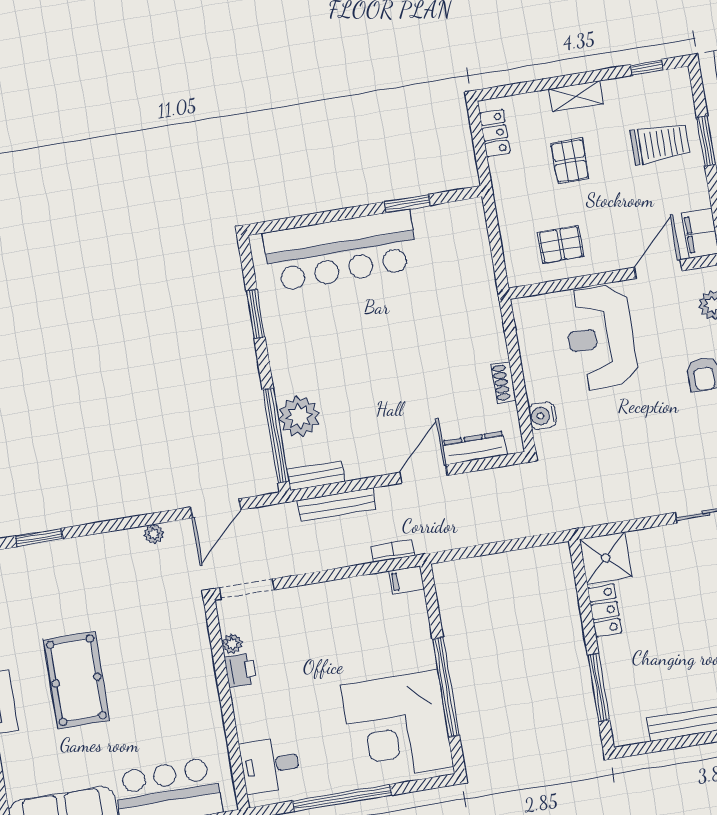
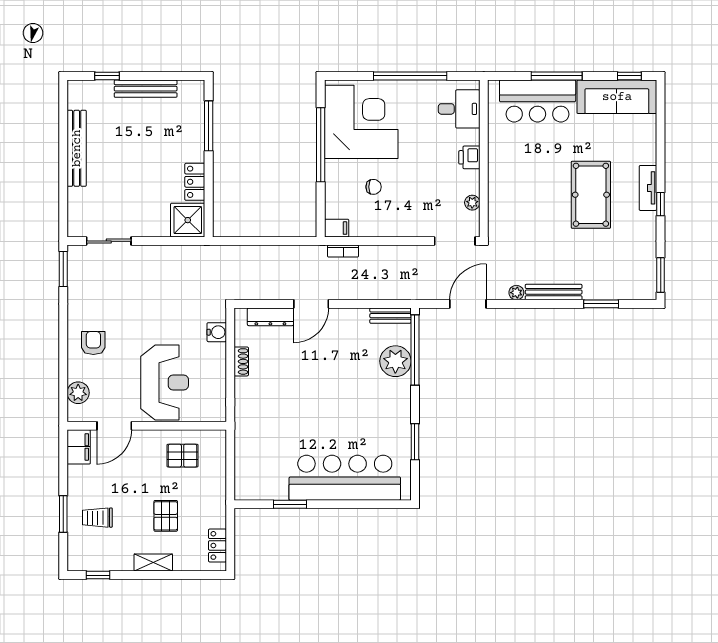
trolley: (660, 144) -> (97, 518), width x0.73, depth x0.72
bench: (337, 504) -> (554, 292), moved
chair: (366, 643) -> (374, 187), added
printer: (240, 670) -> (469, 157), moved

